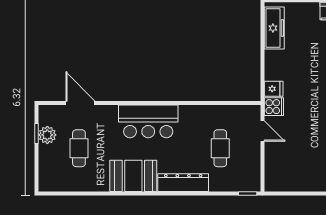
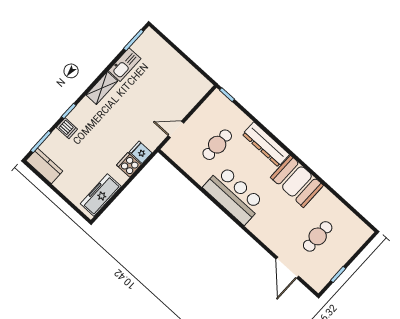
cooker: (274, 107) -> (129, 165), moved
bar counter: (148, 121) -> (234, 195), moved
door: (263, 131) -> (176, 129), hinge flipped
plant: (47, 135) -> (332, 266), removed

